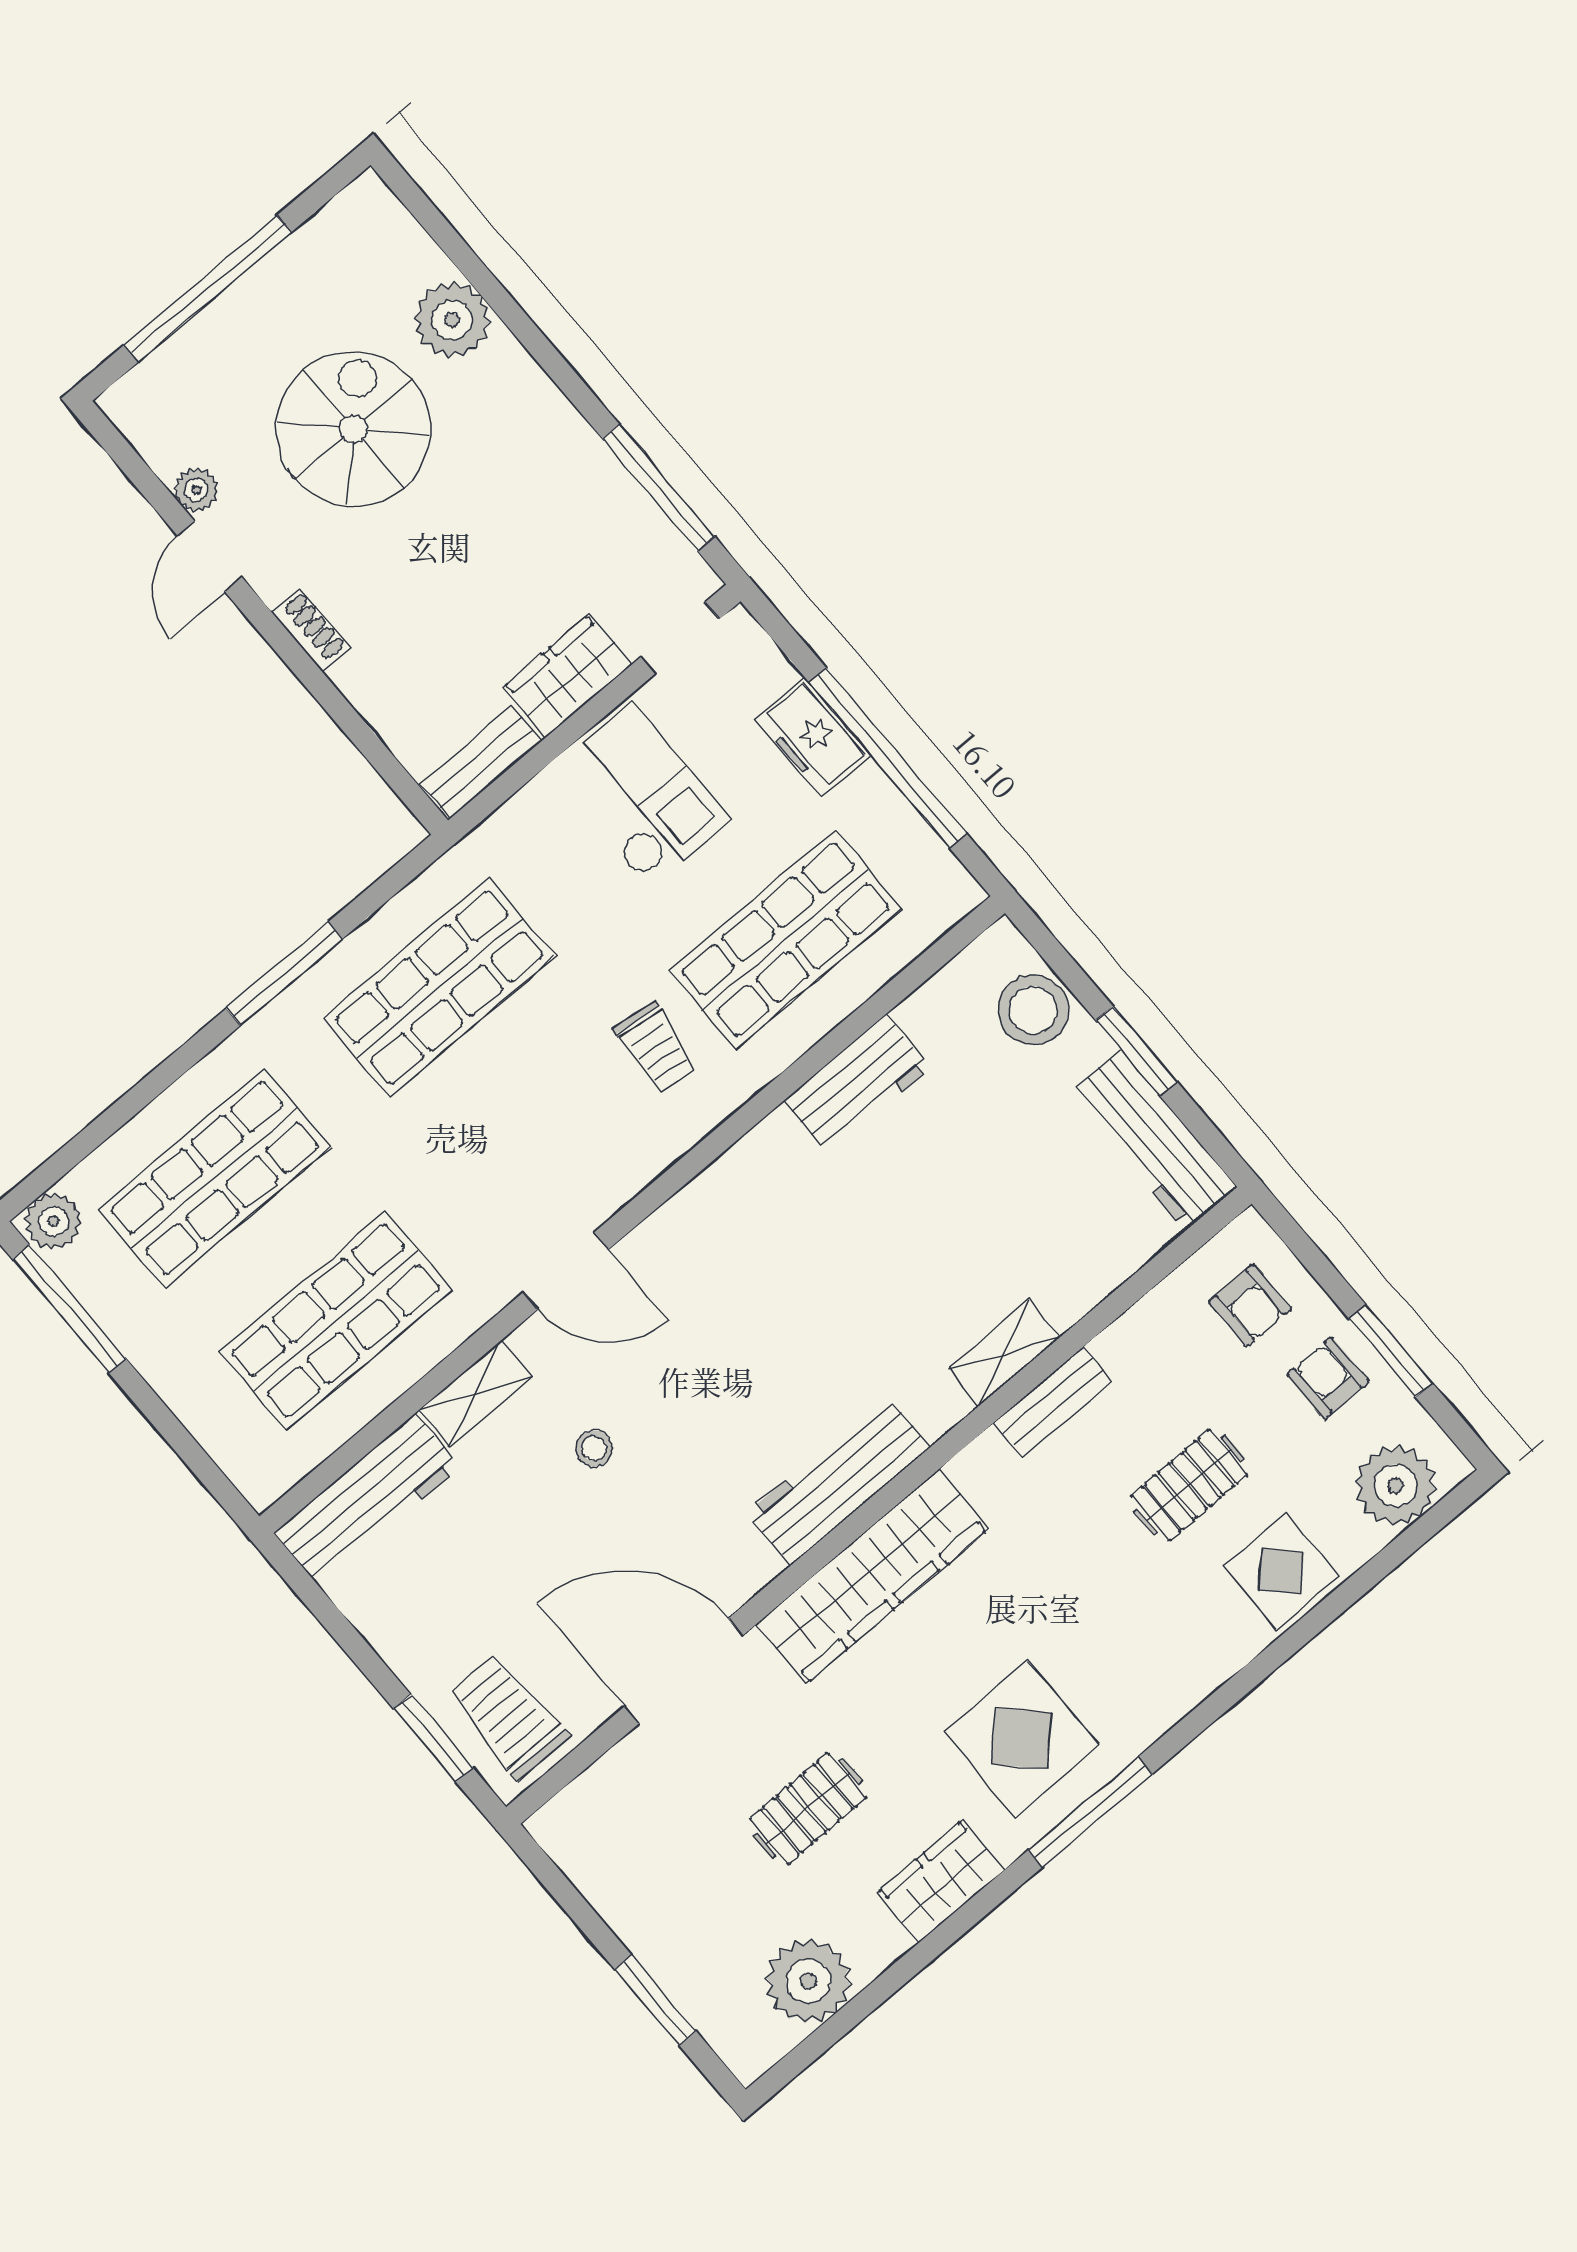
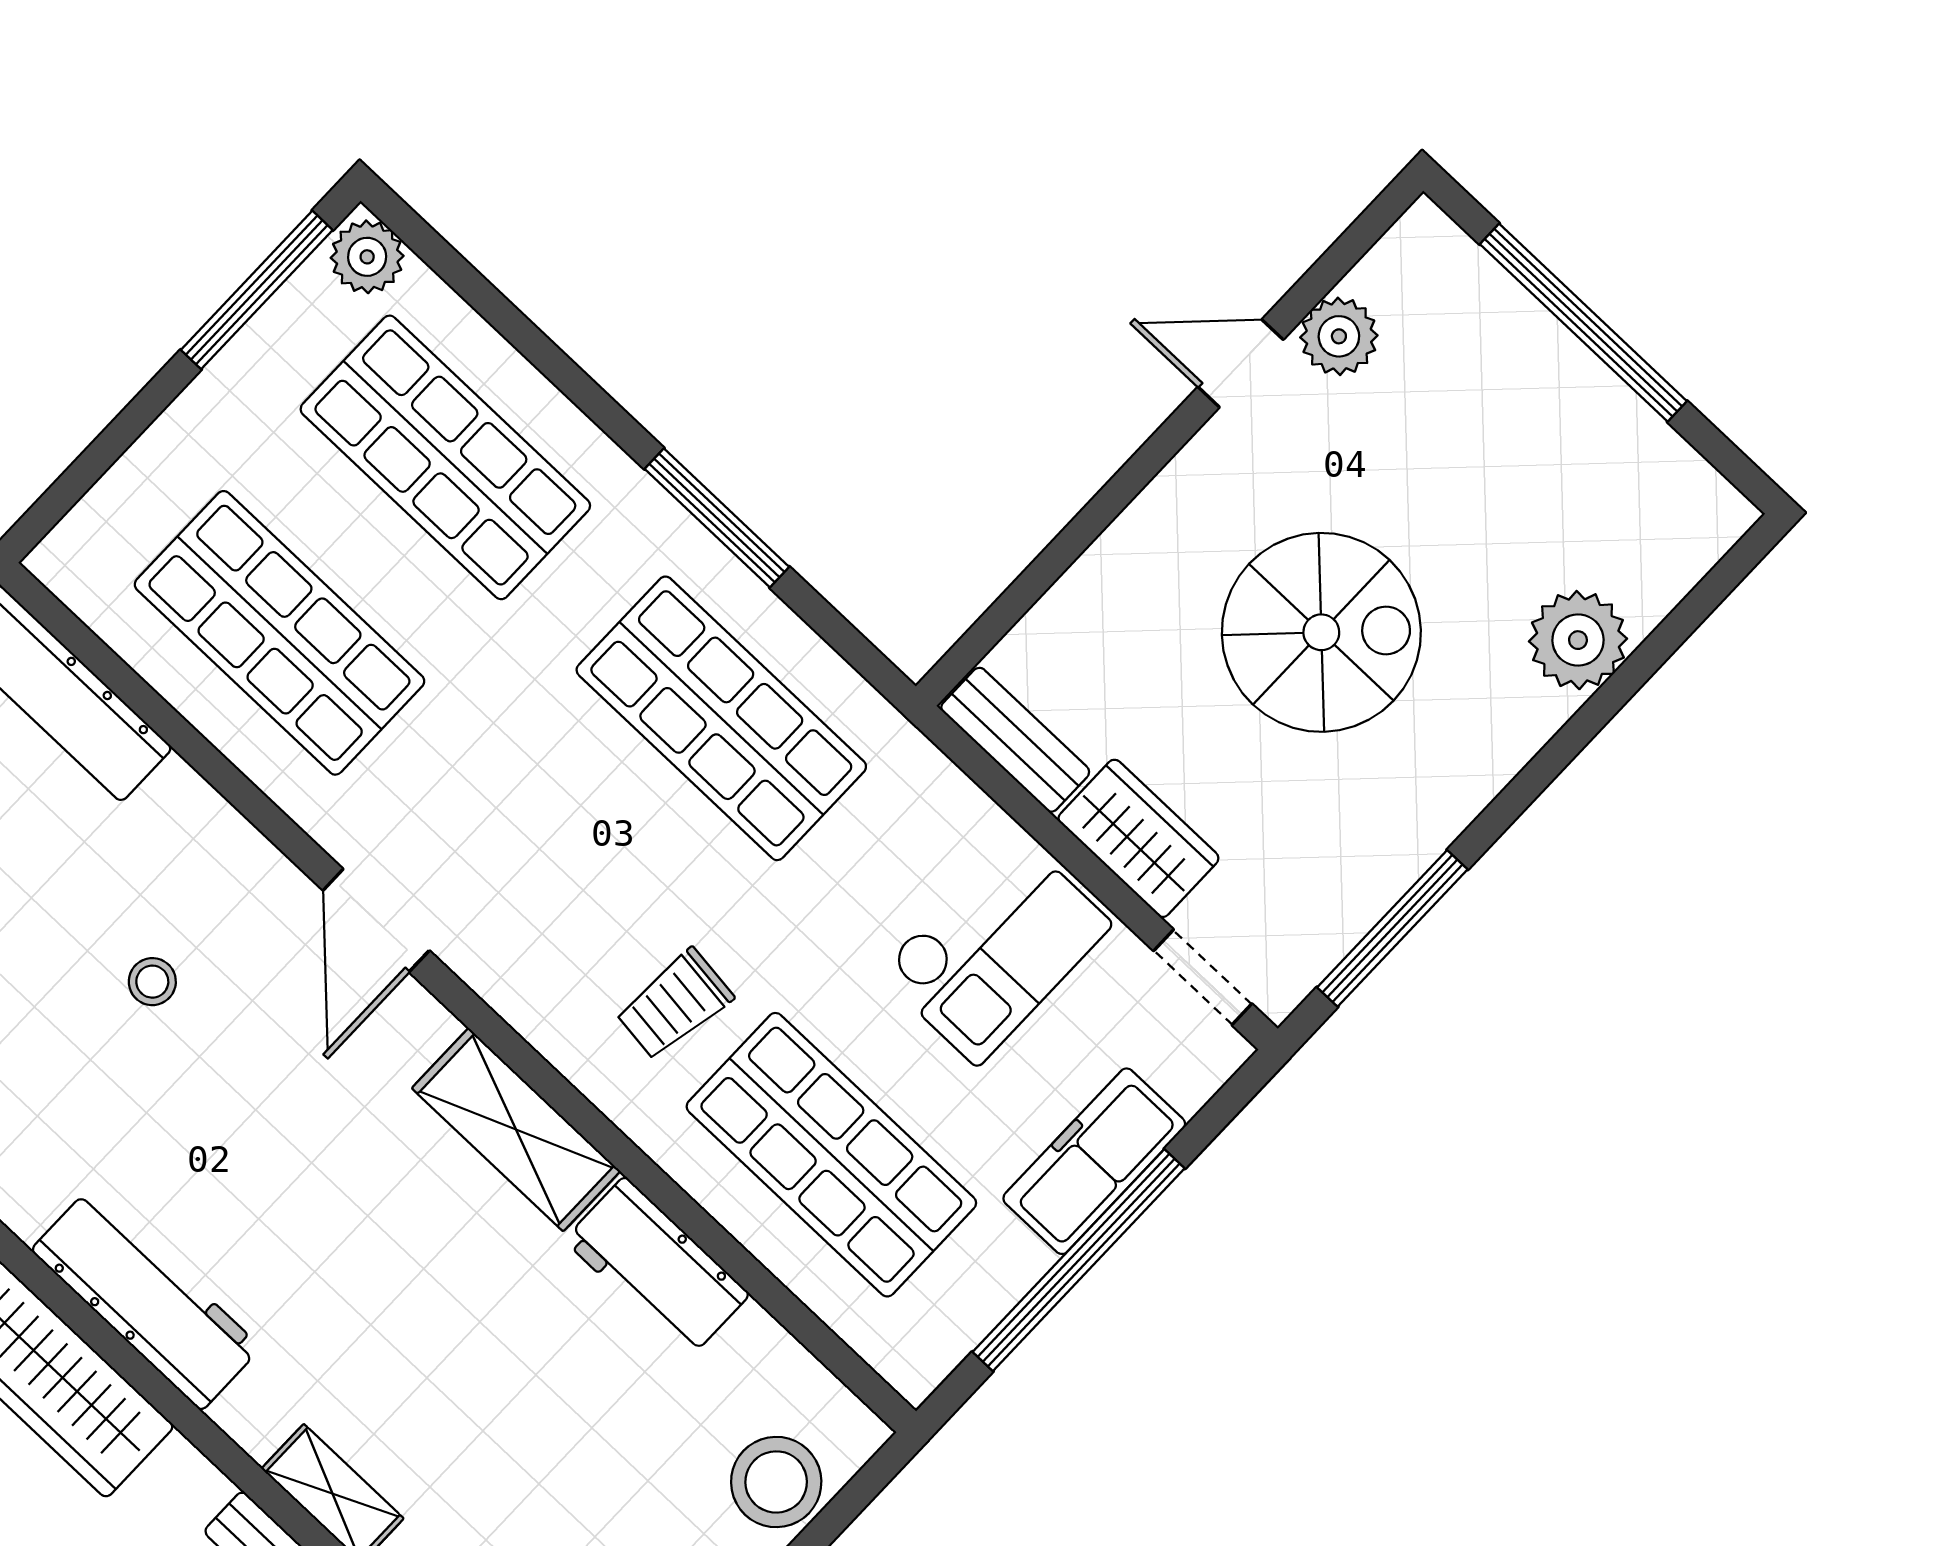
spiral stairs: (353, 429) -> (1321, 632), moved
plant: (196, 490) -> (1339, 336), width x1.38, depth x1.38
shoe rack: (311, 630) -> (1161, 503), removed
freezer: (813, 737) -> (1094, 1161), width x1.40
shelving: (476, 1393) -> (516, 1130), moved, width x1.50, depth x1.33

